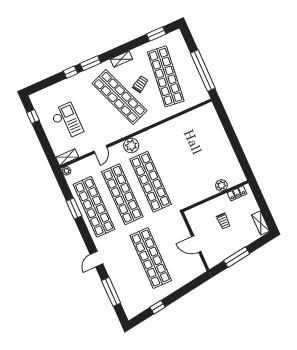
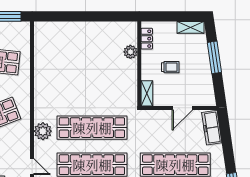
shelving: (195, 212) -> (147, 93), added
window: (237, 257) -> (214, 57), moved
freezer: (191, 273) -> (212, 128), added

